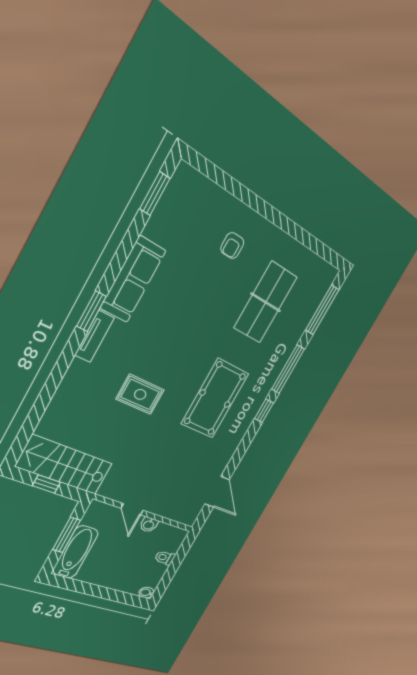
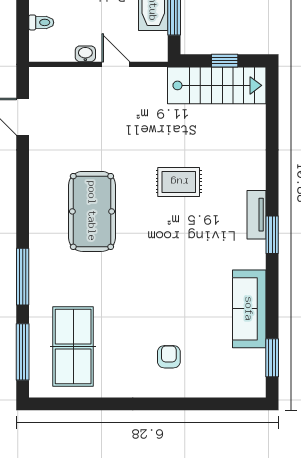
sofa: (133, 279) -> (249, 309), moved
table tennis table: (266, 302) -> (73, 347), moved
window: (264, 411) -> (23, 223), removed

